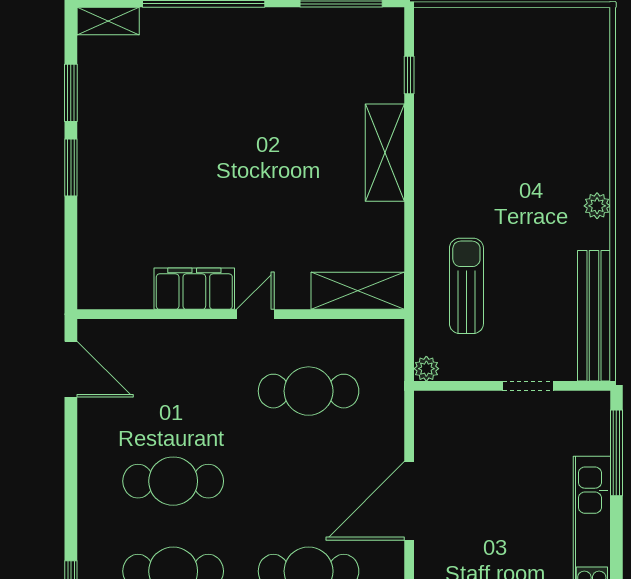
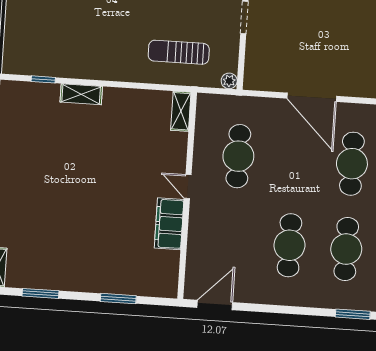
shelving: (385, 153) -> (81, 94), width x0.67, depth x0.75
window: (71, 168) -> (118, 299), moved
shelving: (358, 291) -> (181, 111), width x0.67, depth x0.75

